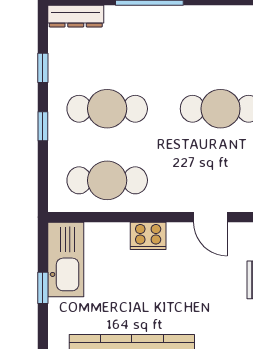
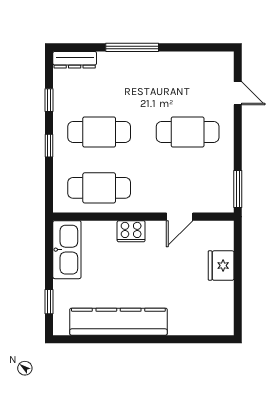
door: (210, 217) -> (180, 217), hinge flipped
window: (43, 288) -> (49, 302), moved

